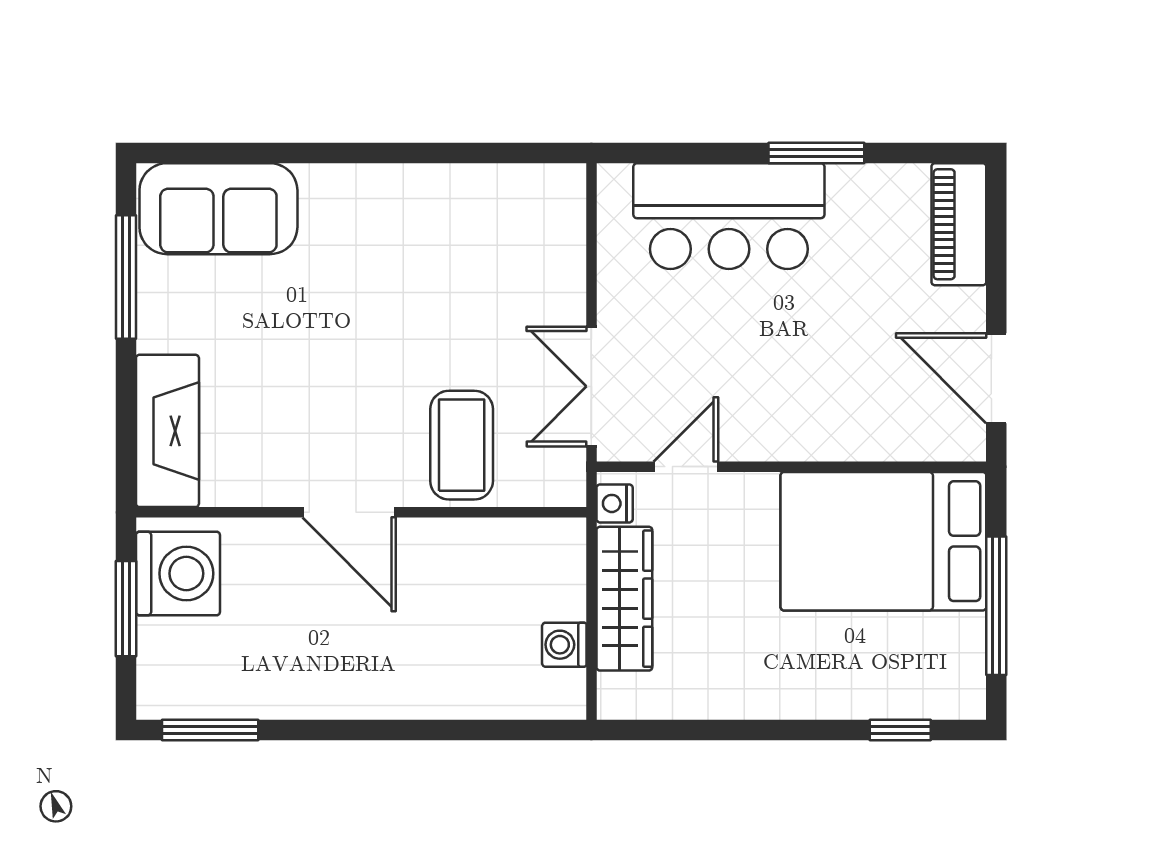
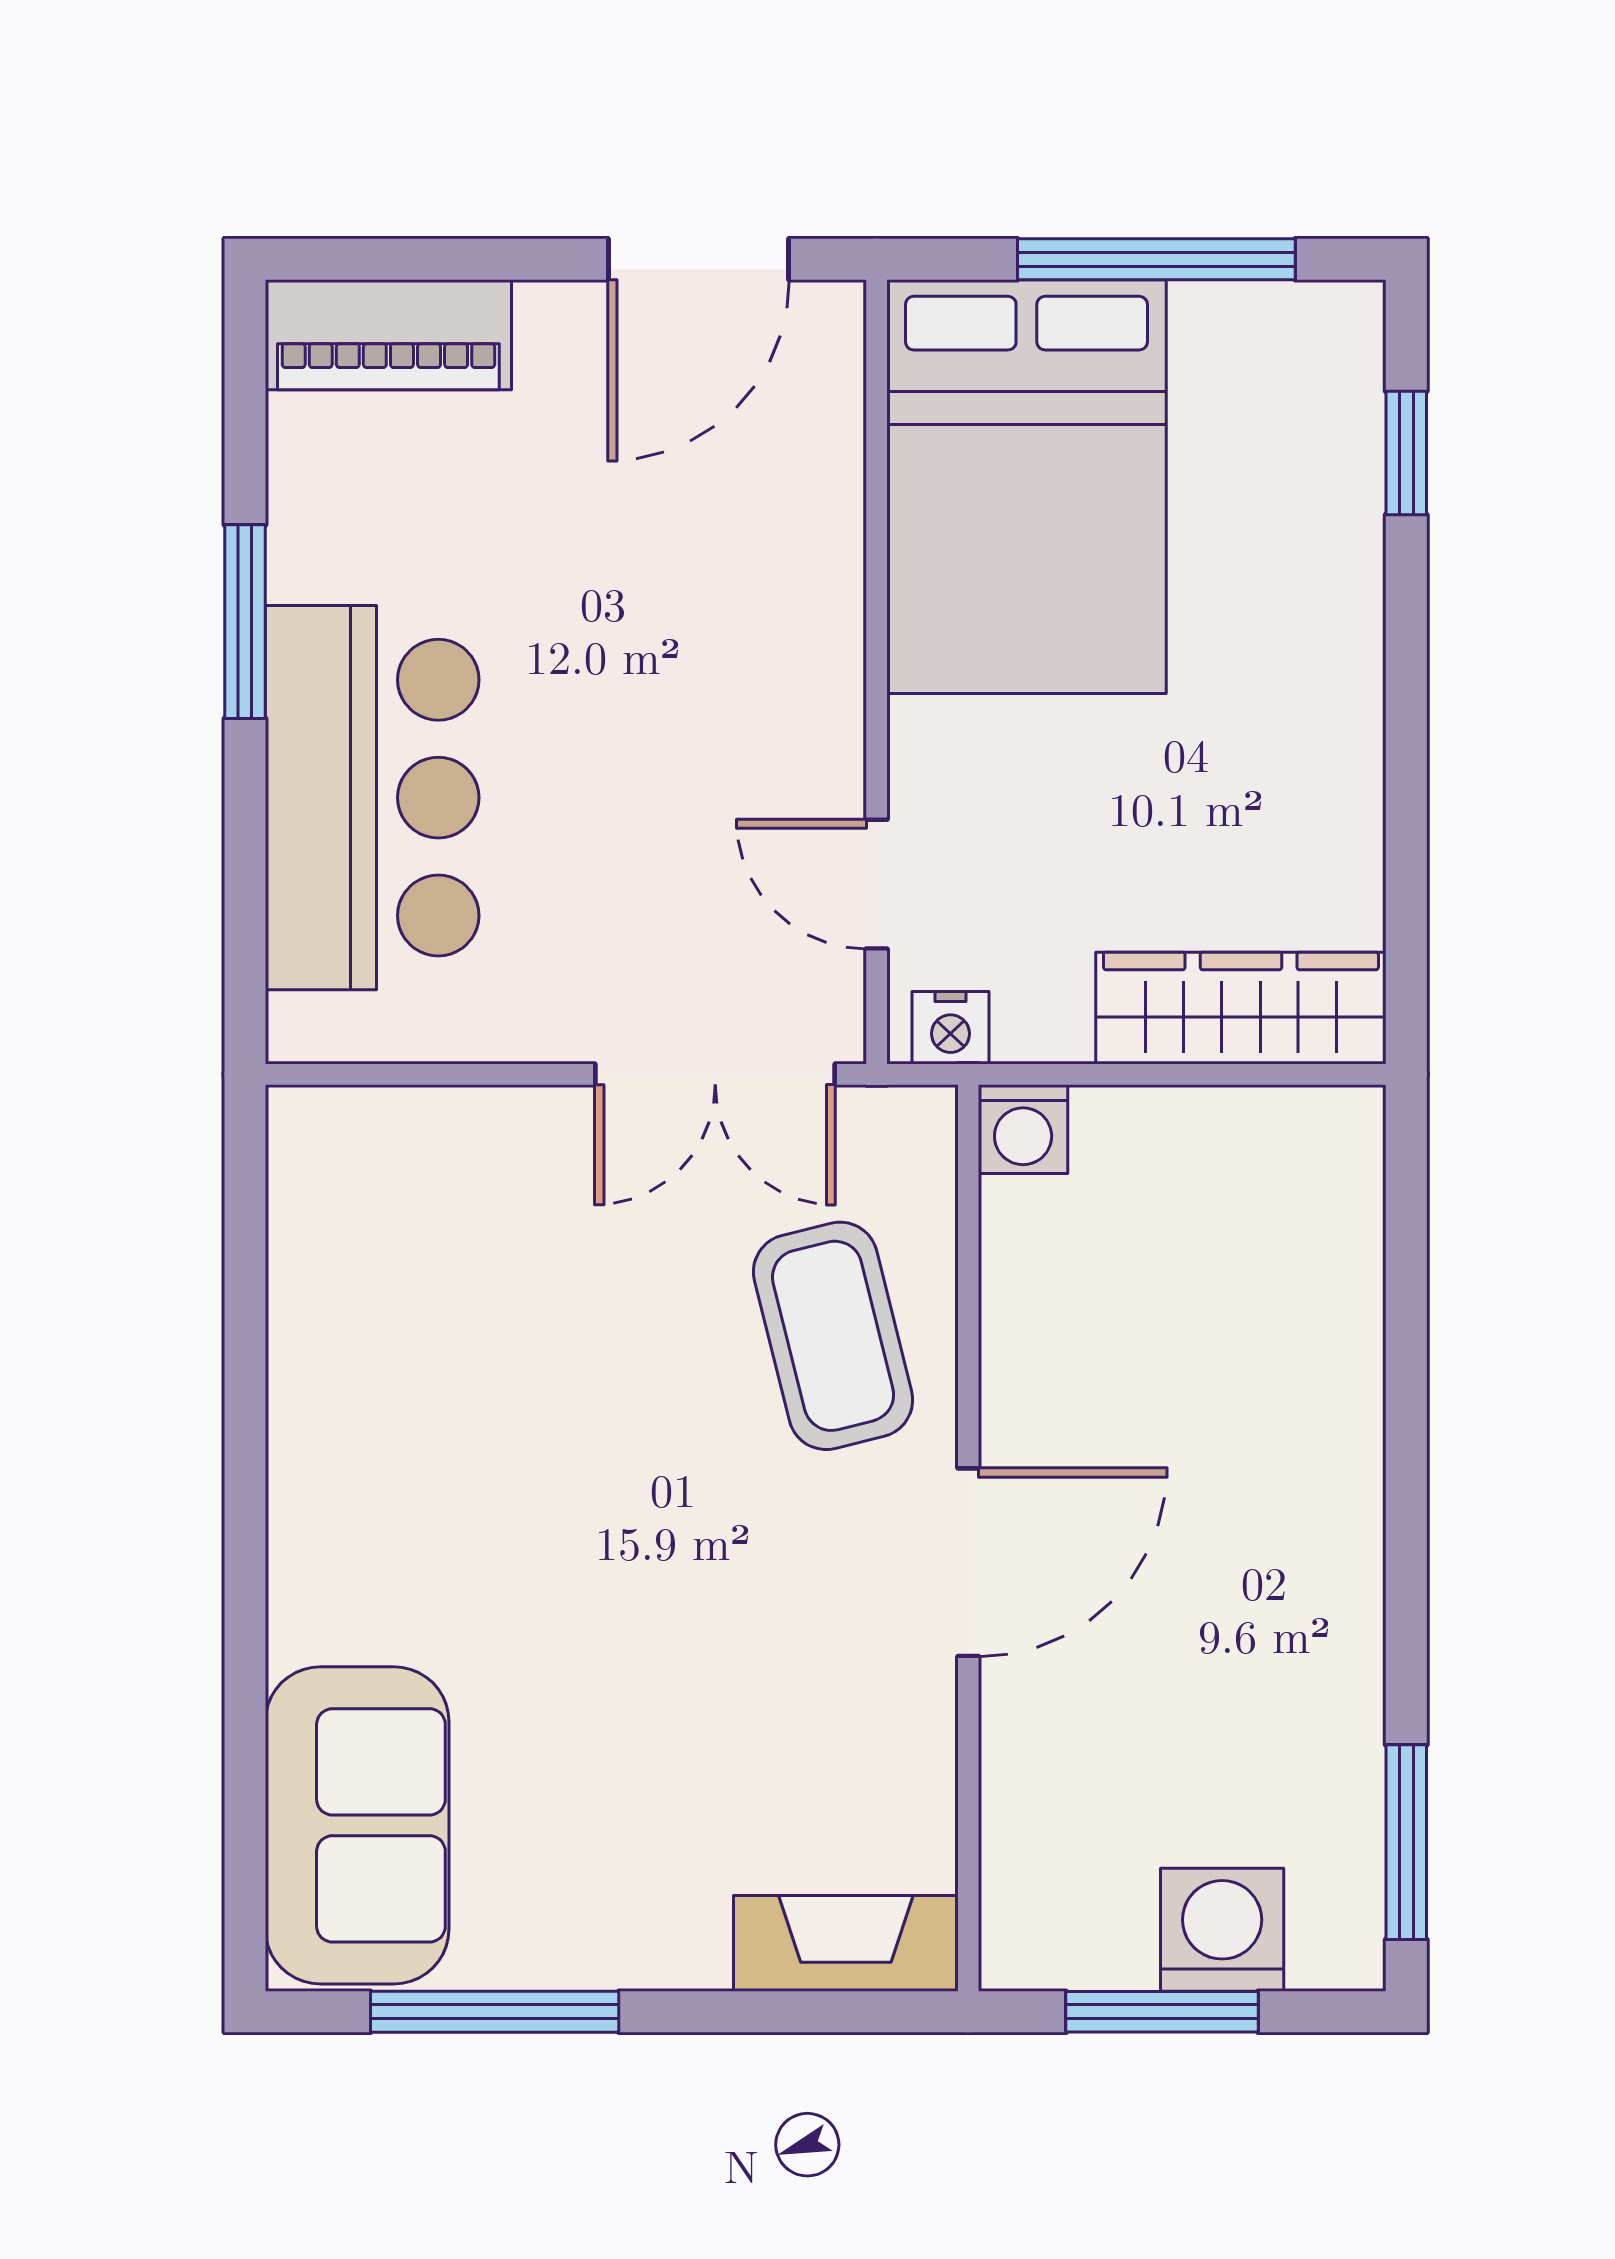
fireplace: (167, 431) -> (846, 1943), width x0.73, depth x0.76
coffee table: (462, 445) -> (833, 1336), turned 76
washing machine: (178, 573) -> (1222, 1930), moved, width x0.73, depth x0.73
wardrobe: (624, 599) -> (1241, 1008), moved
washing machine: (564, 645) -> (1023, 1129), moved

